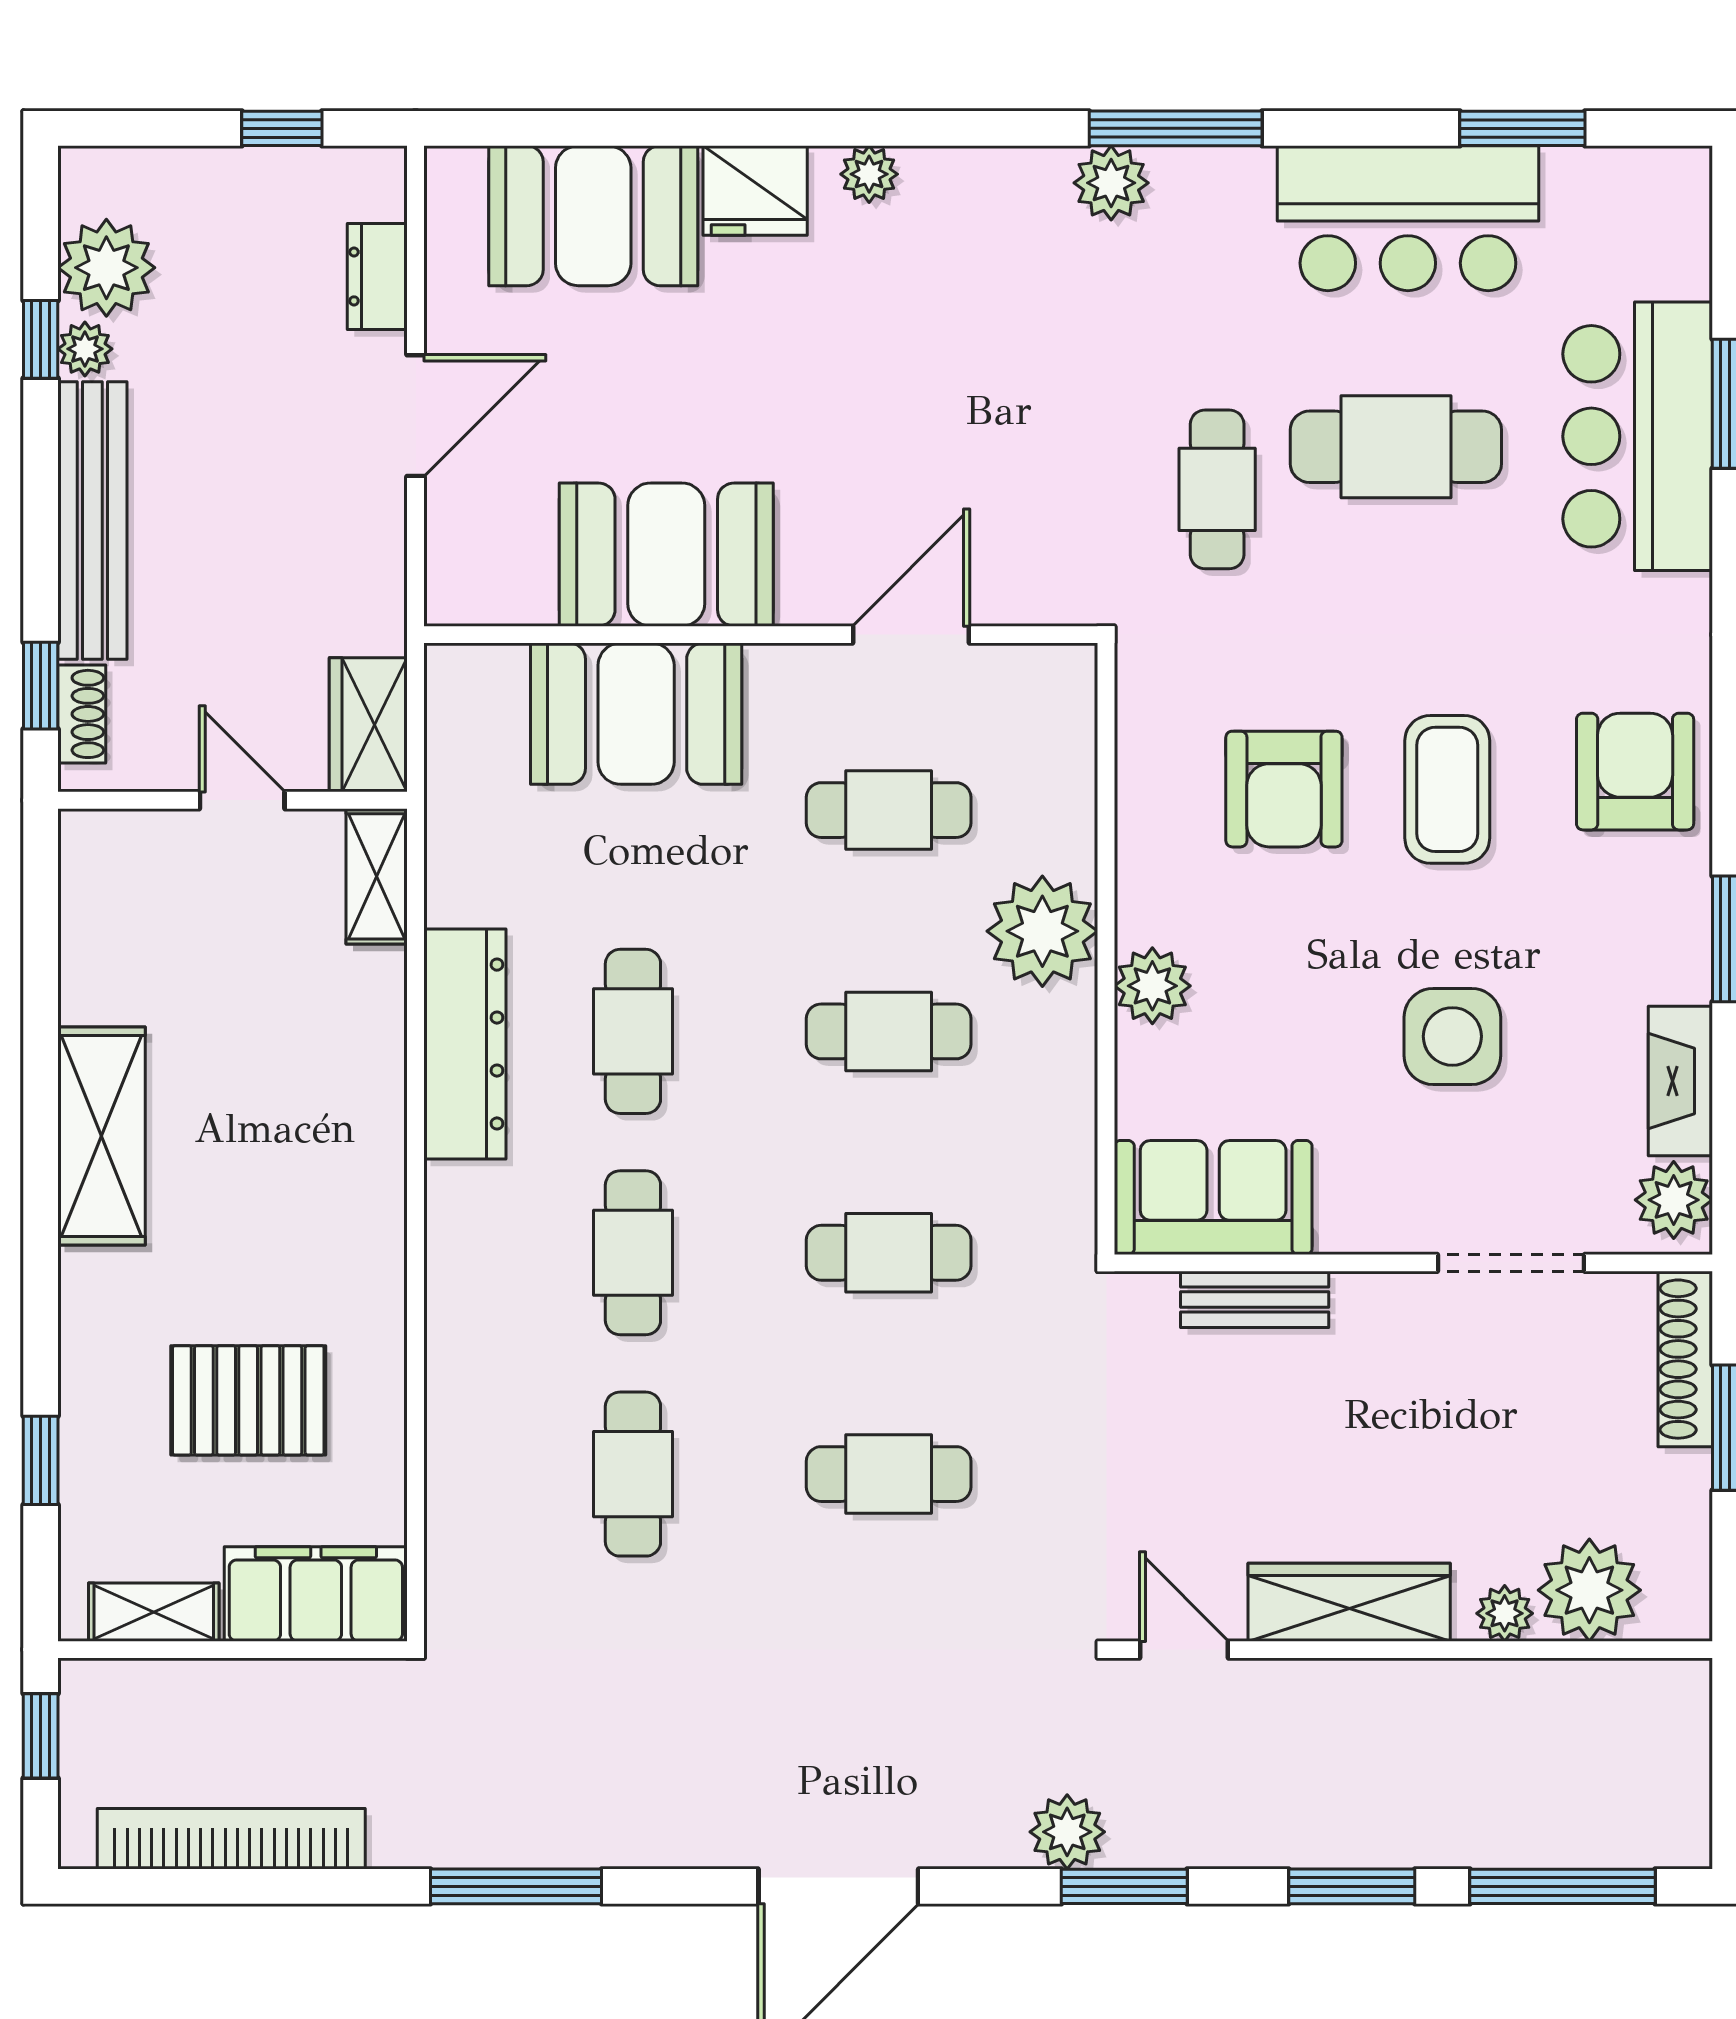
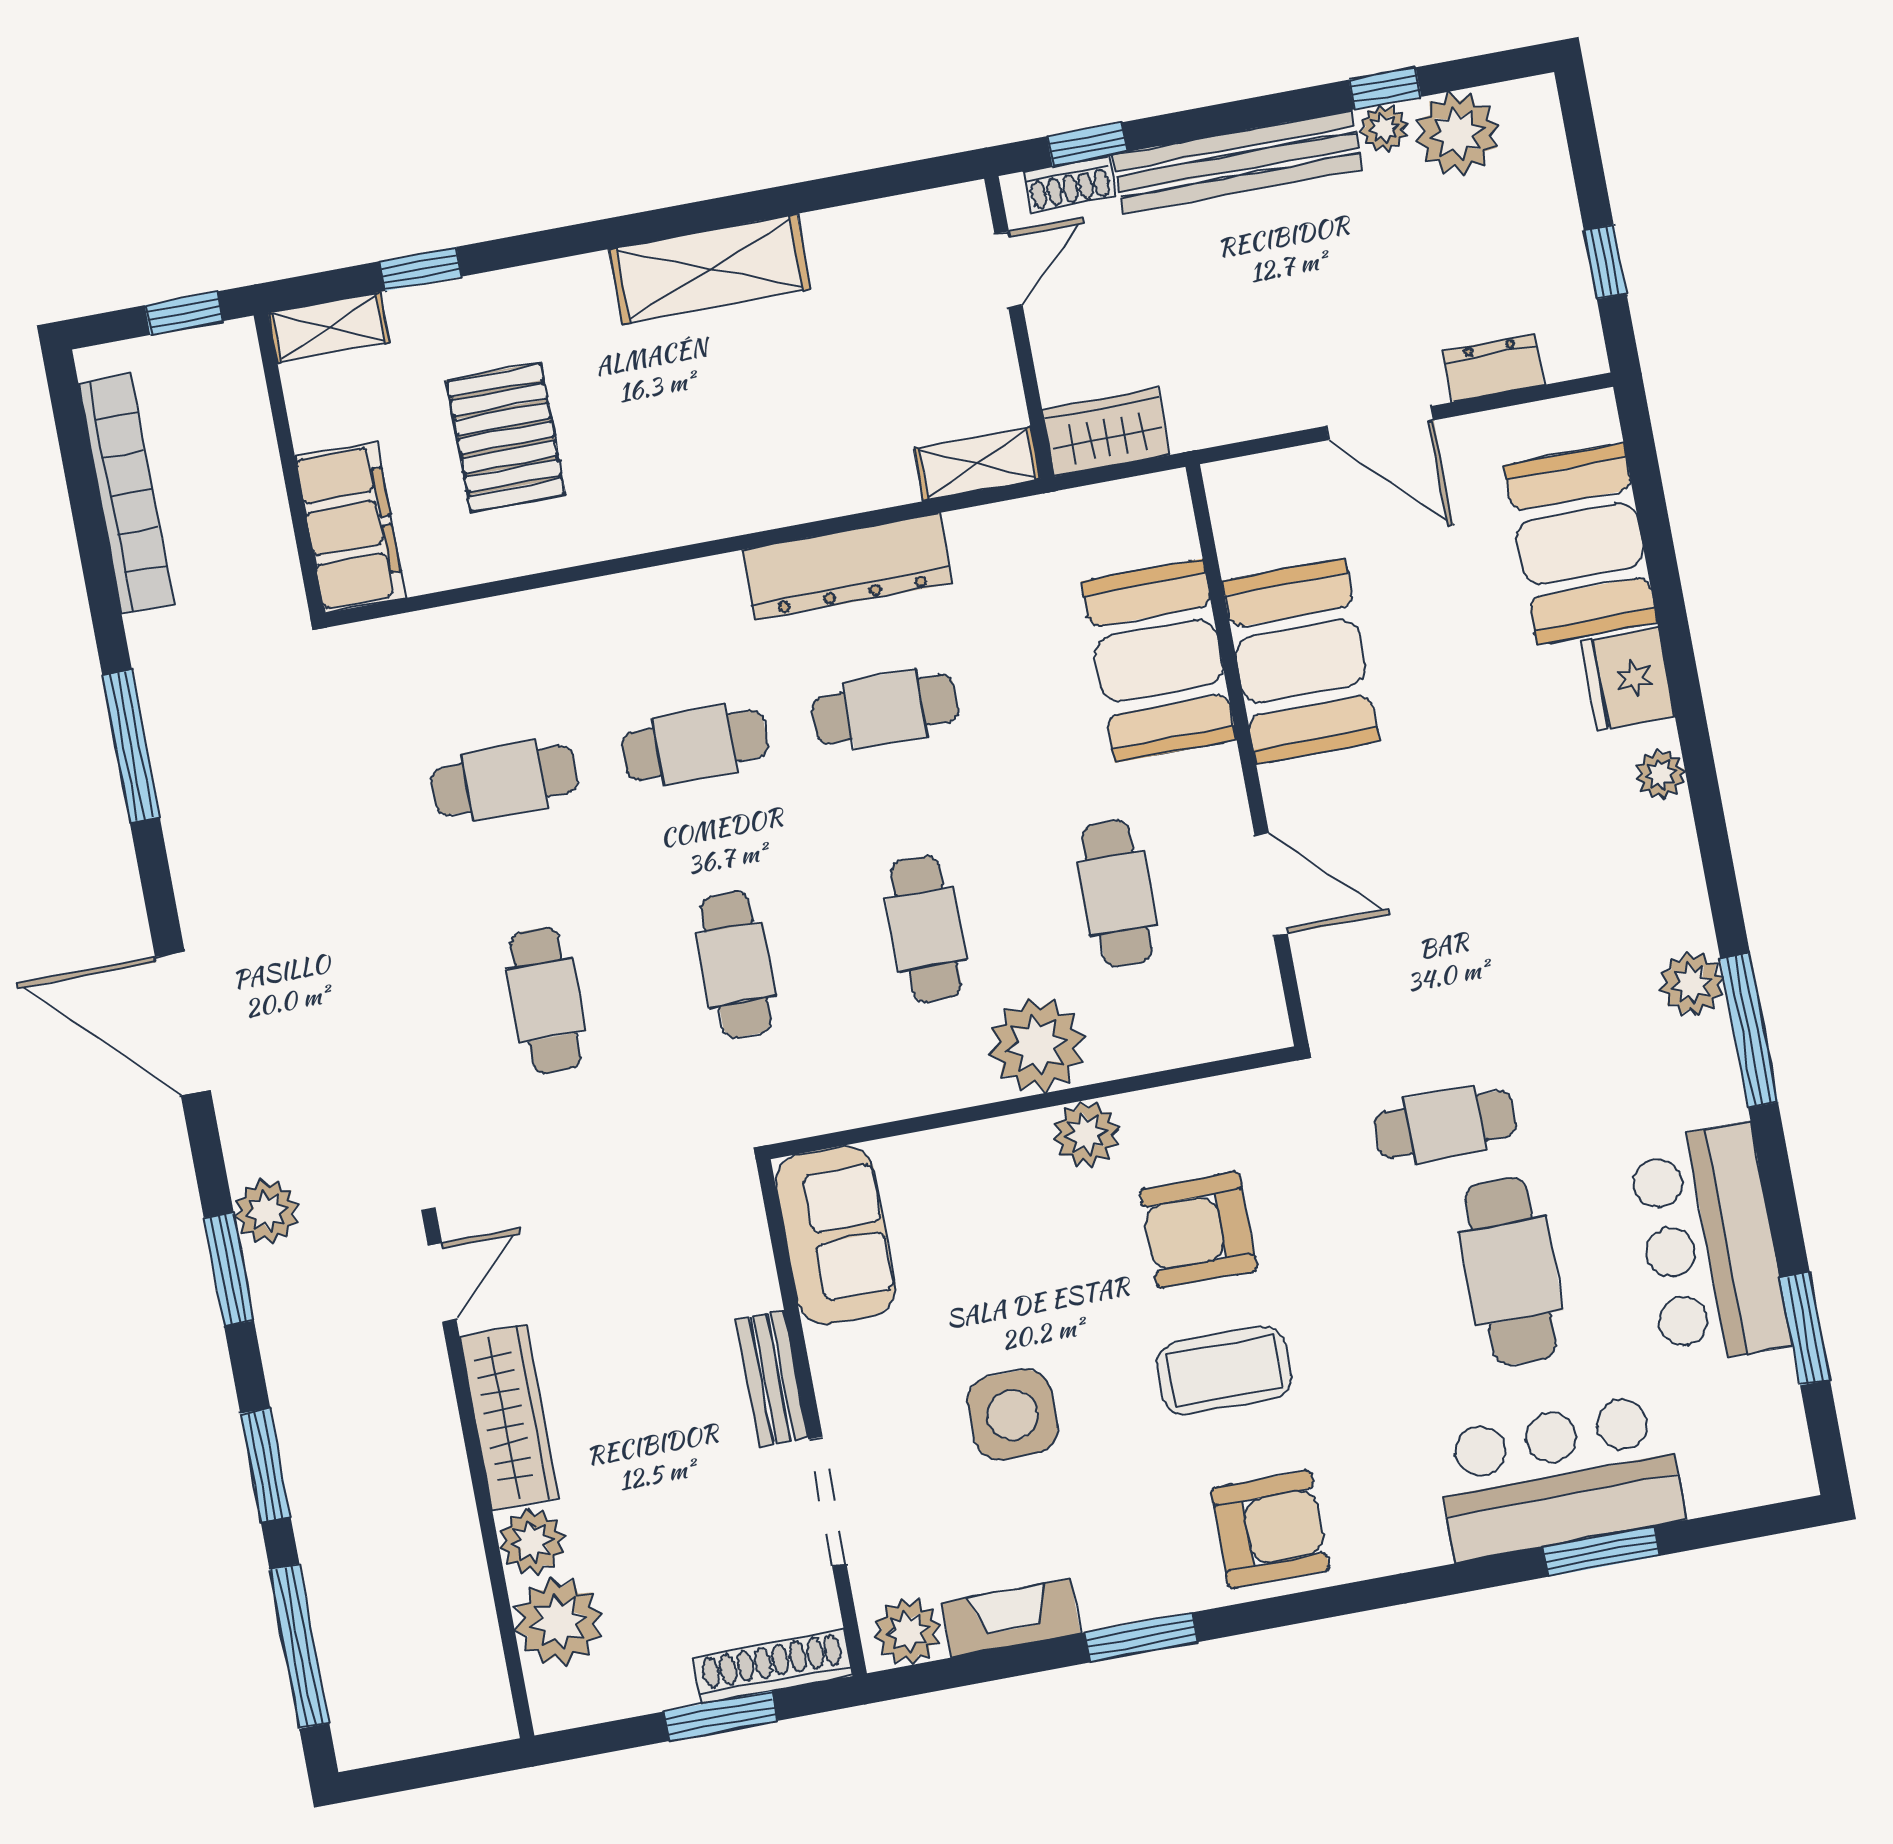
door: (242, 800) -> (1009, 270), moved
plant: (1152, 986) -> (1086, 1134), moved
bench: (1255, 1299) -> (772, 1378), moved
shelving: (154, 1612) -> (329, 327), moved, turned 90
plant: (1505, 1613) -> (532, 1542), width x1.38, depth x1.38

